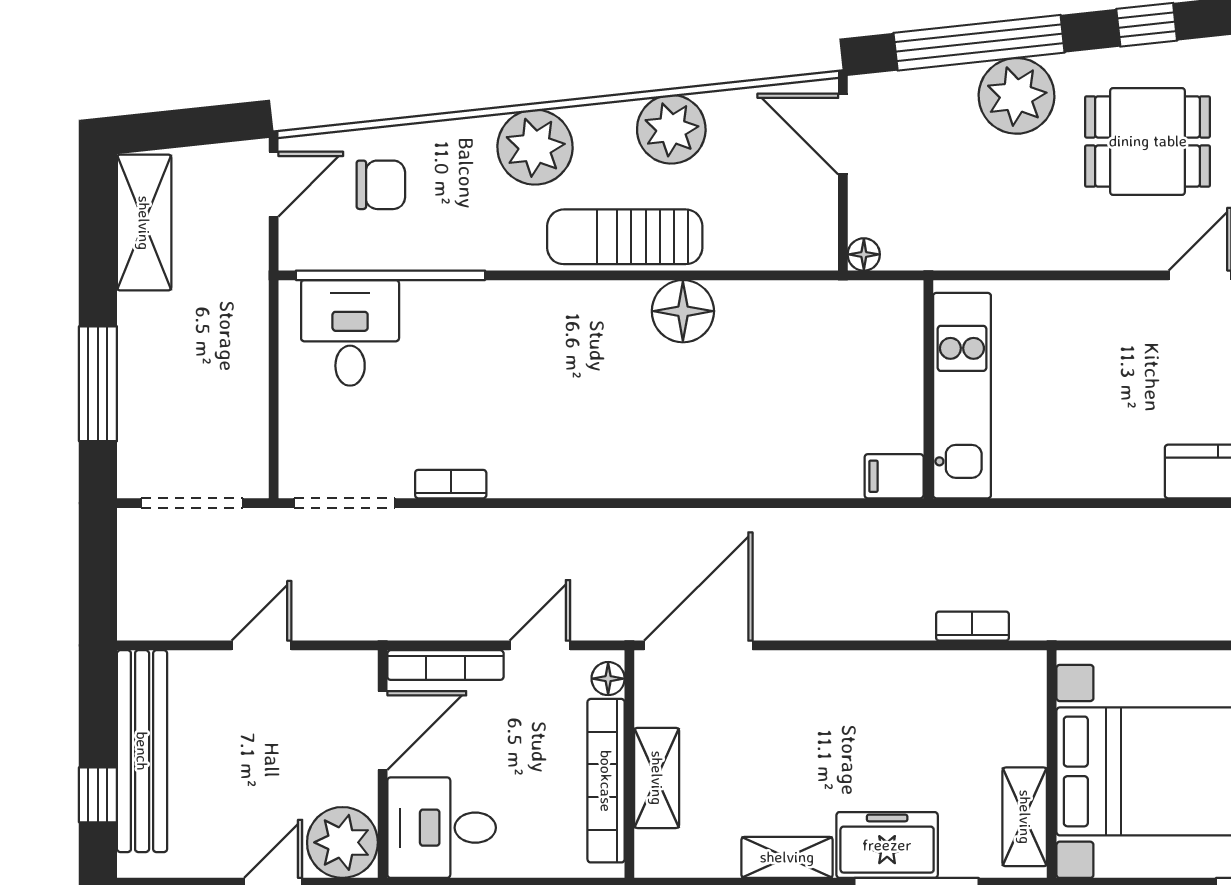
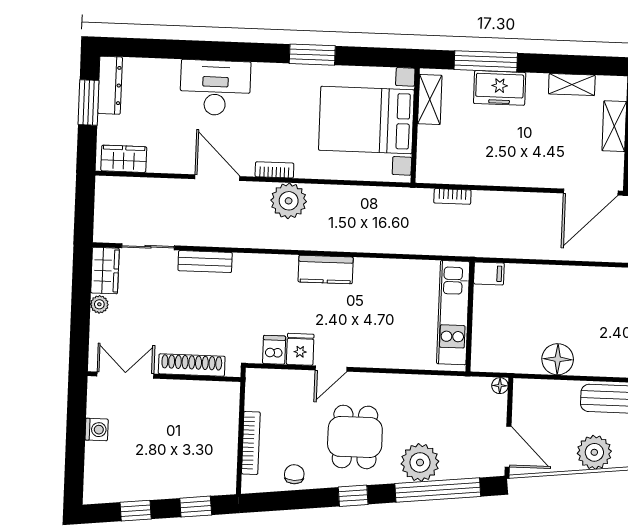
dining table: (1148, 141) -> (355, 437), turned 90
floor lamp: (683, 311) -> (558, 359), moved
shelving: (787, 857) -> (572, 85), moved

